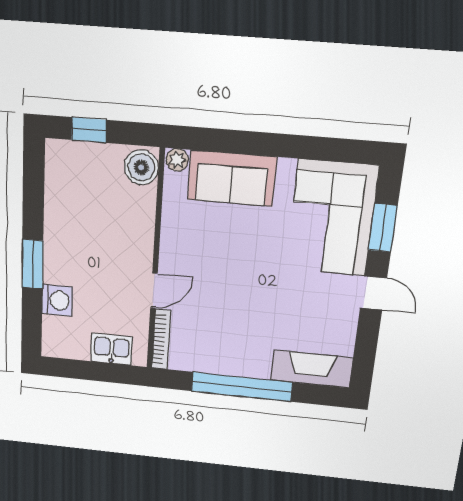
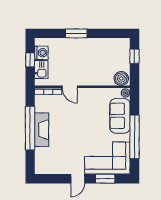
window: (287, 146) -> (135, 137), added
washing machine: (57, 300) -> (41, 53), moved, turned -90
fireplace: (311, 369) -> (42, 130), moved
window: (89, 371) -> (30, 60), added

